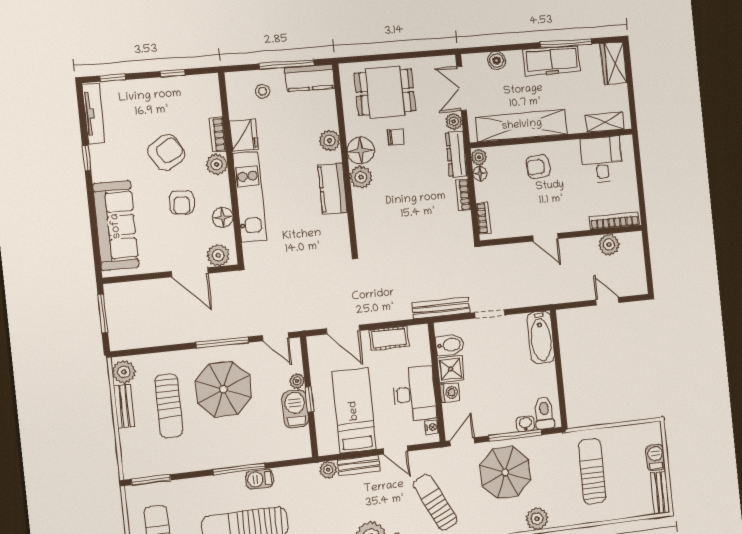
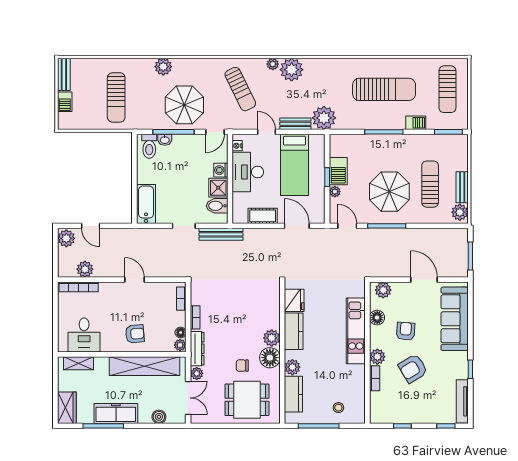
kitchen counter: (310, 78) -> (293, 394), moved, turned 90
fridge: (244, 135) -> (294, 300), moved, turned 180
door: (190, 272) -> (424, 280), moved
plant: (636, 282) -> (66, 238), added
plant: (328, 470) -> (324, 118), width x1.88, depth x1.88
barbecue: (259, 479) -> (416, 123), moved

